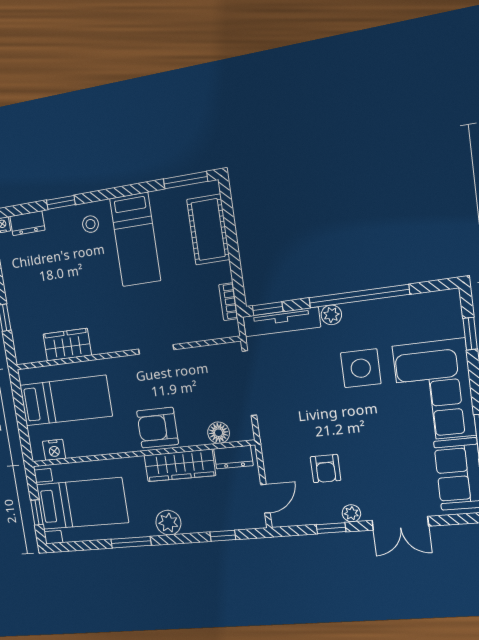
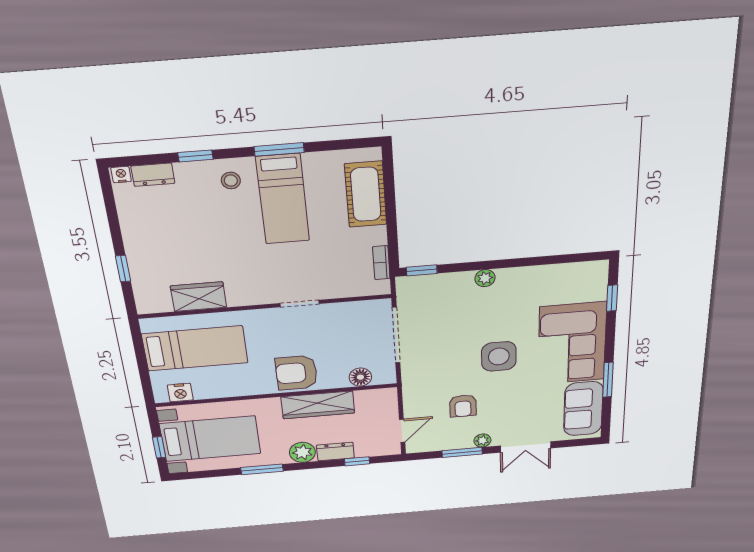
window: (186, 180) -> (279, 149), moved
window: (359, 296) -> (514, 263), removed
tv unit: (282, 322) -> (435, 283), removed
side table: (361, 368) -> (499, 356), moved
dresser: (233, 457) -> (335, 452), moved, turned 180
window: (331, 528) -> (462, 452), width x1.50

